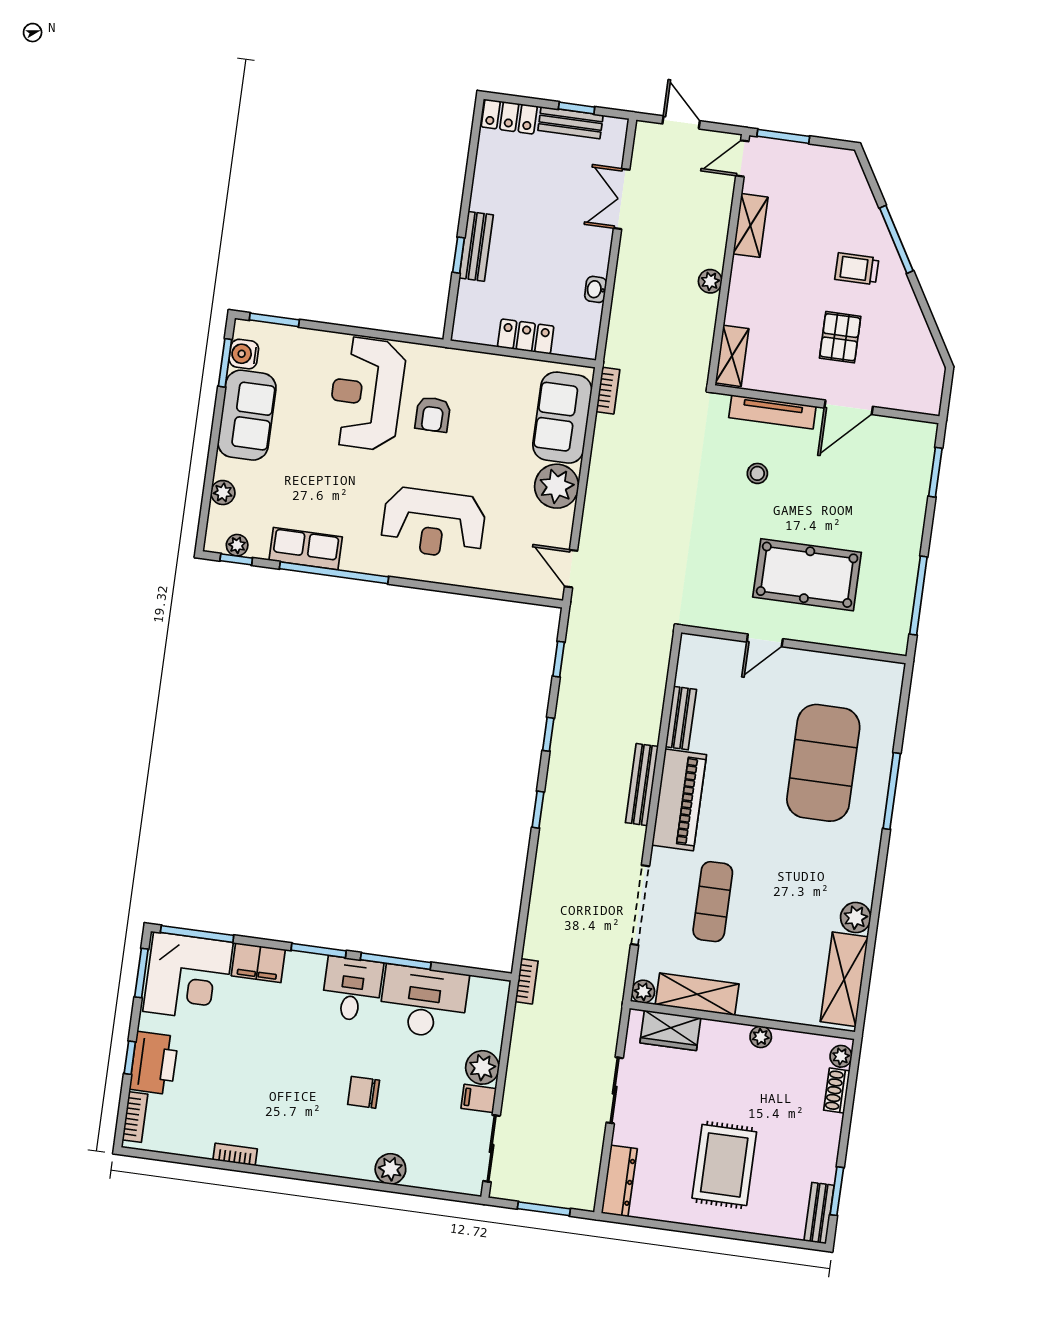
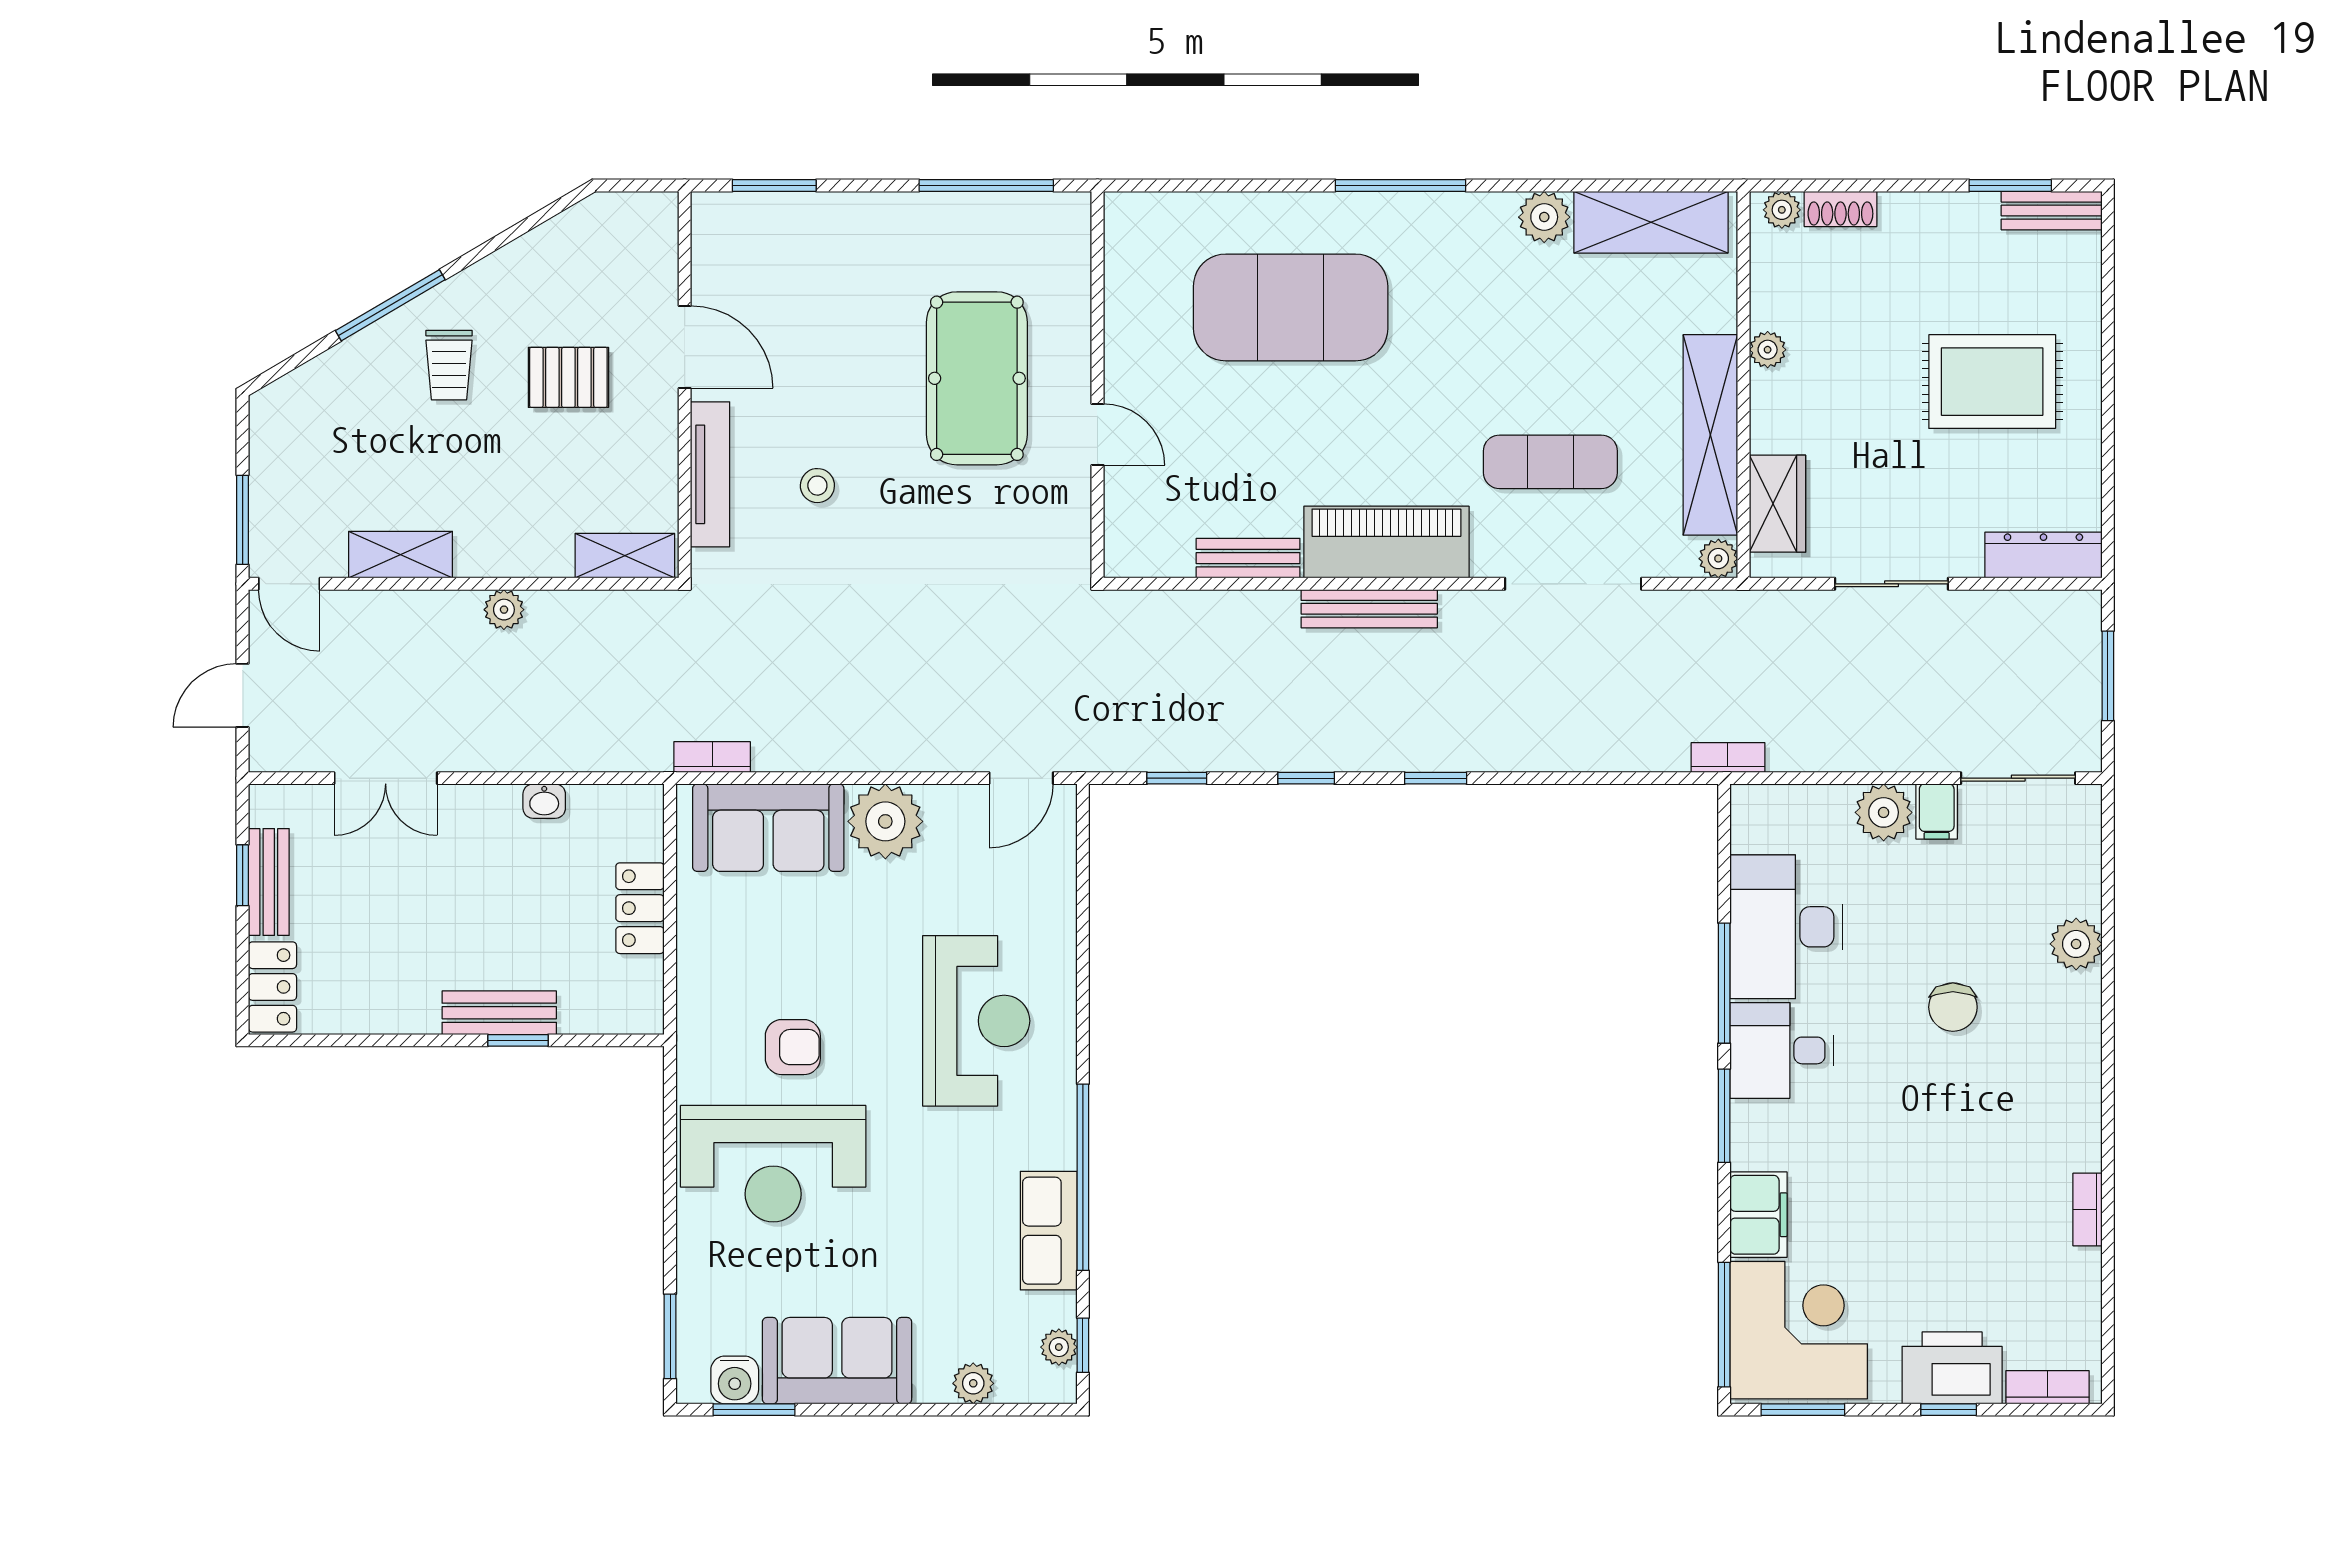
window: (892, 791) -> (1400, 185), moved
shelving: (697, 994) -> (1710, 435), width x1.47

